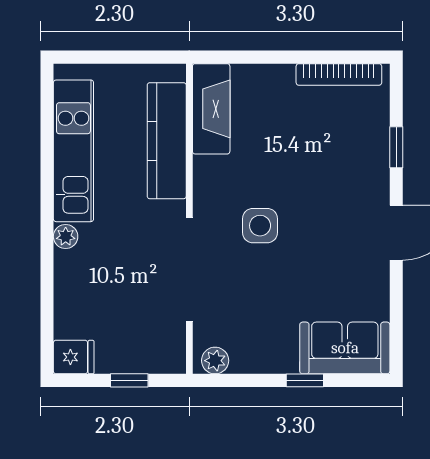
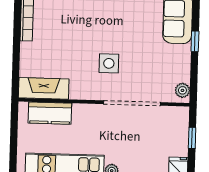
kitchen counter: (167, 141) -> (50, 113), width x0.67

